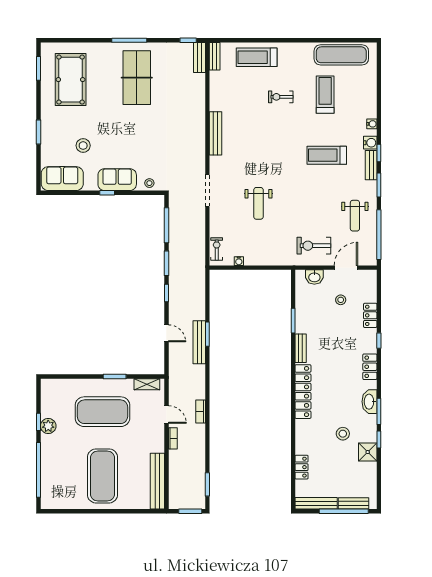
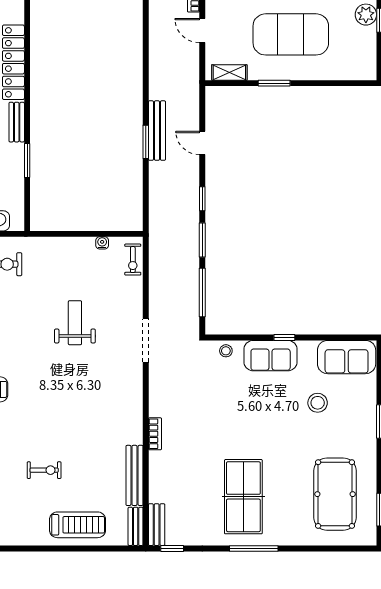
bench: (215, 133) -> (134, 475), moved
bookcase: (201, 411) -> (155, 434), moved

